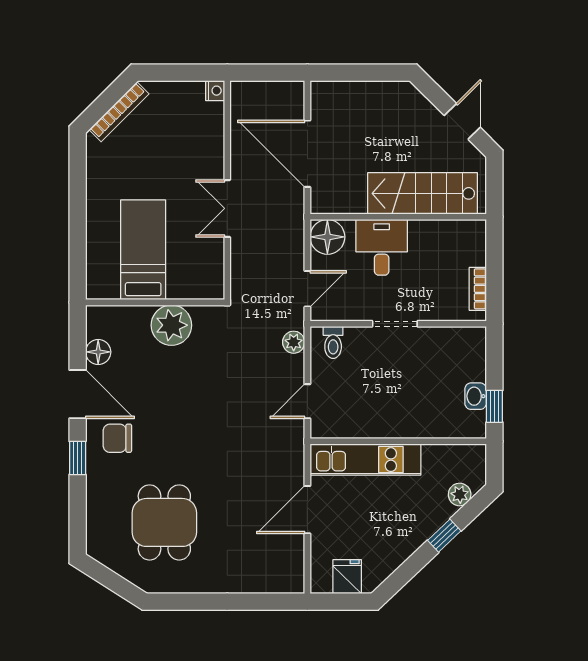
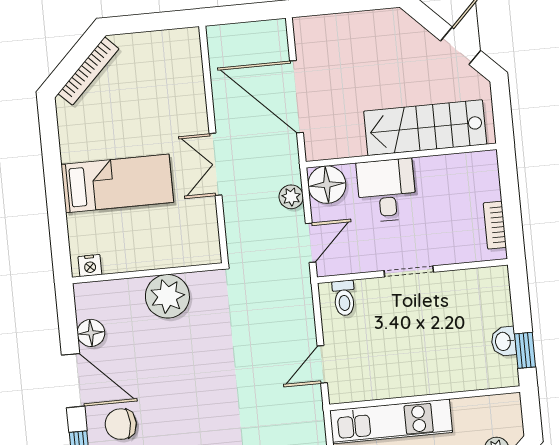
nightstand: (215, 91) -> (90, 266), moved, turned 90
bed: (143, 250) -> (117, 183), moved, turned 90
plant: (294, 342) -> (291, 197), moved

